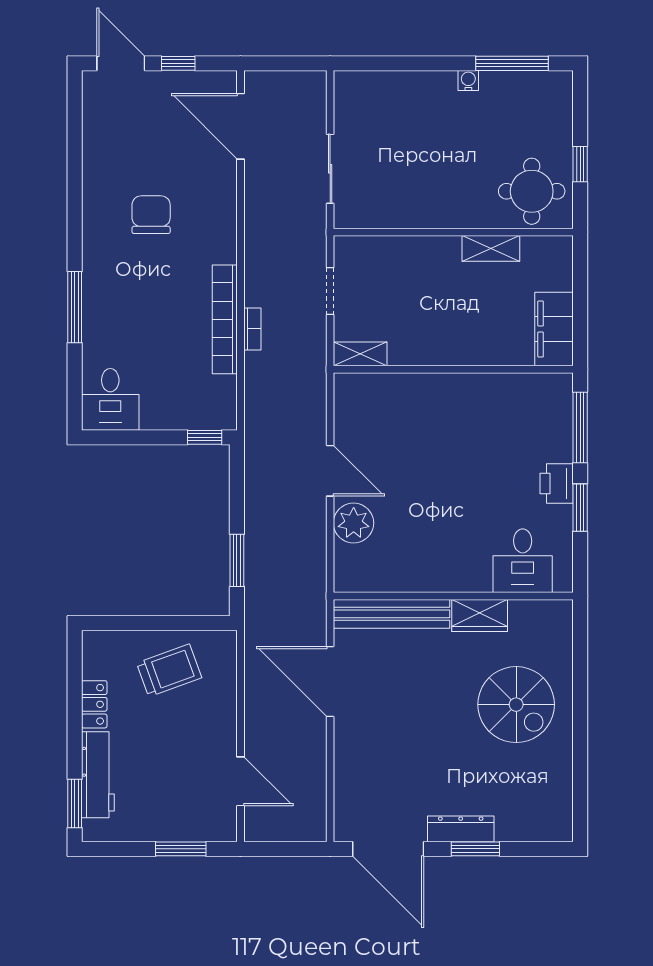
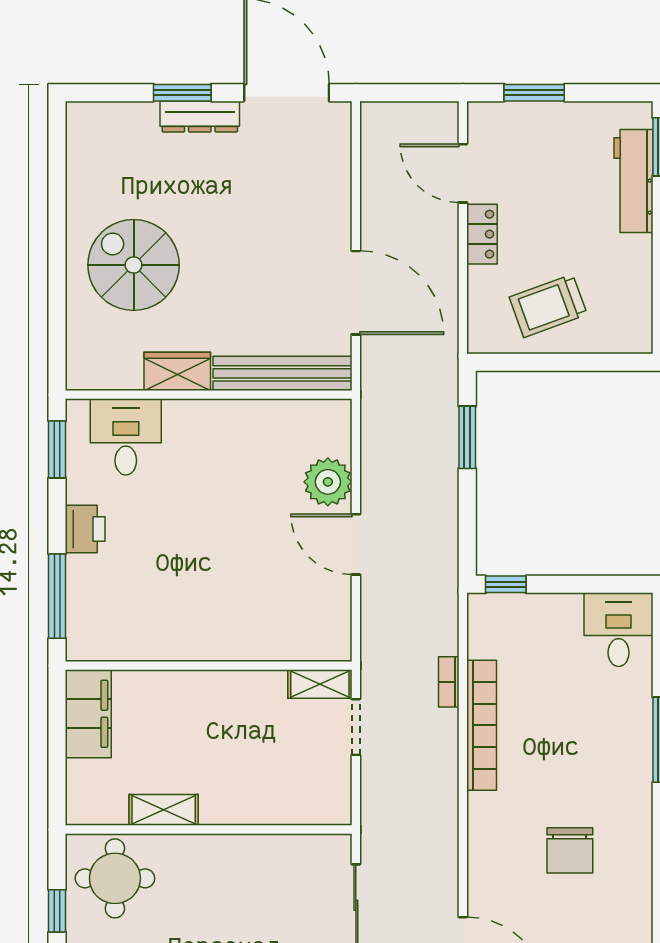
doorway: (330, 291) -> (356, 727), moved
bookcase: (252, 329) -> (449, 682), moved
window: (580, 508) -> (57, 449), moved
locker: (94, 704) -> (482, 234), moved, turned 180

